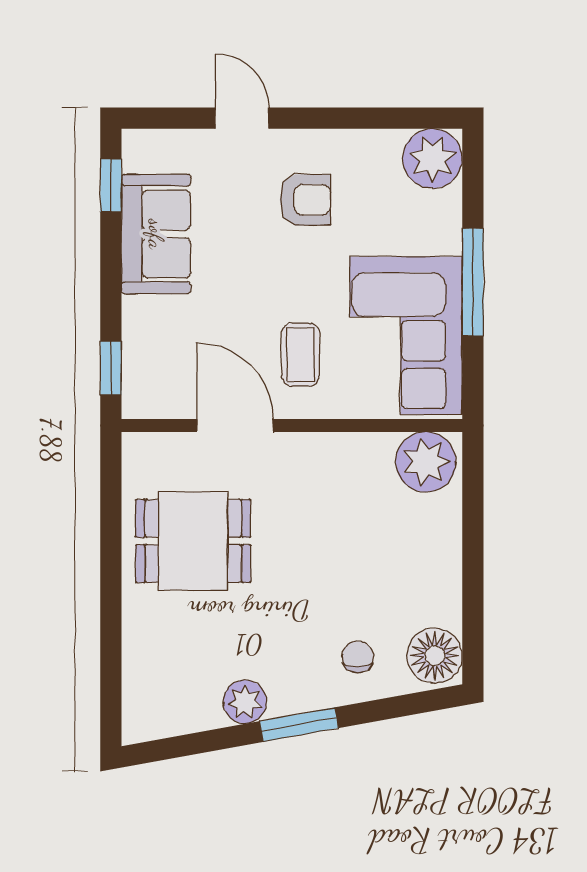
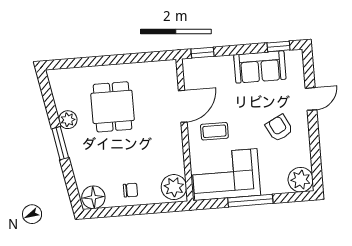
armchair: (305, 200) -> (279, 128), turned 153
dining table: (193, 541) -> (113, 107), moved
chair: (358, 657) -> (130, 190), moved

